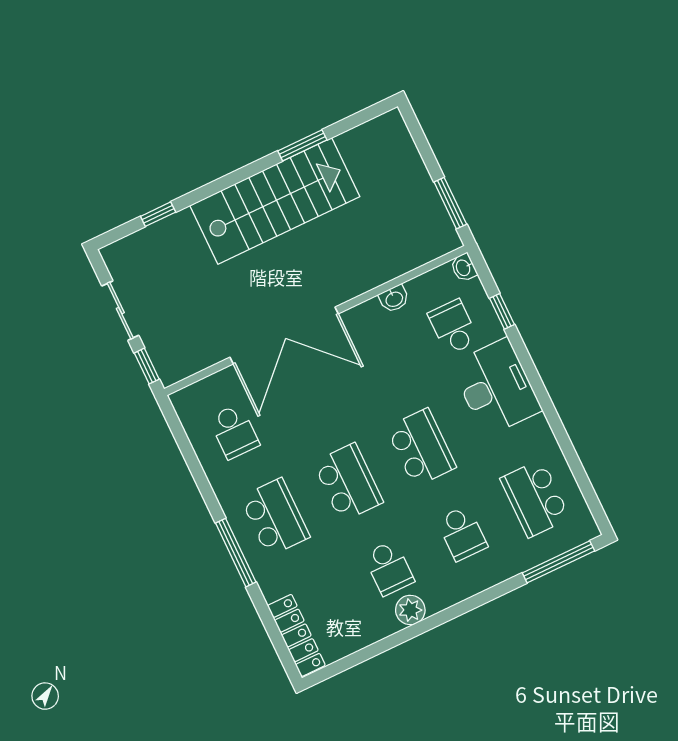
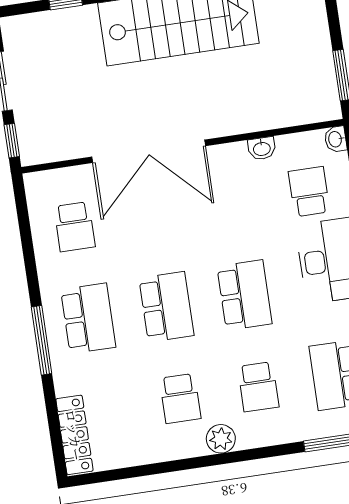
plant: (410, 610) -> (221, 439), moved

